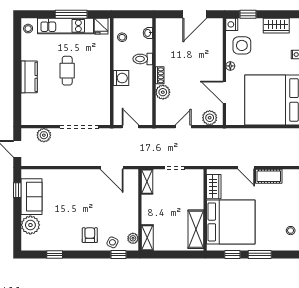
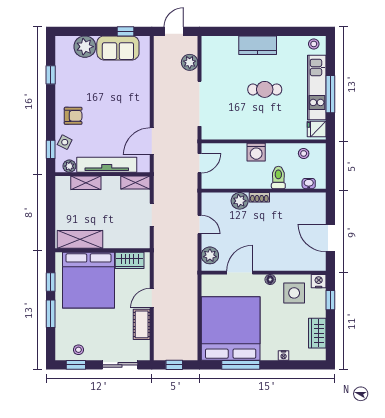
tv unit: (132, 206) -> (107, 165), added
shelving: (147, 238) -> (86, 183), moved

